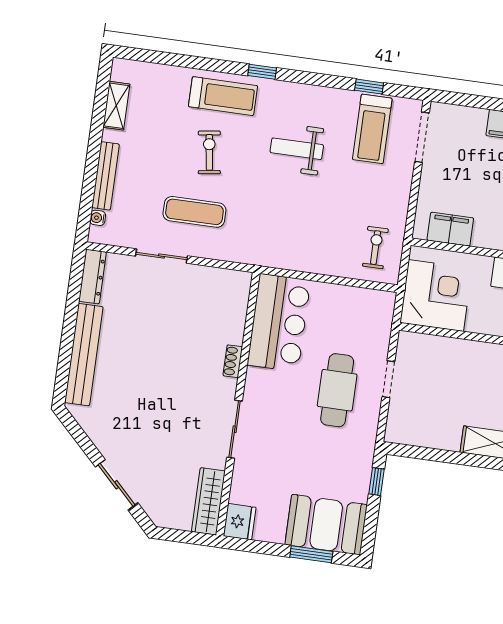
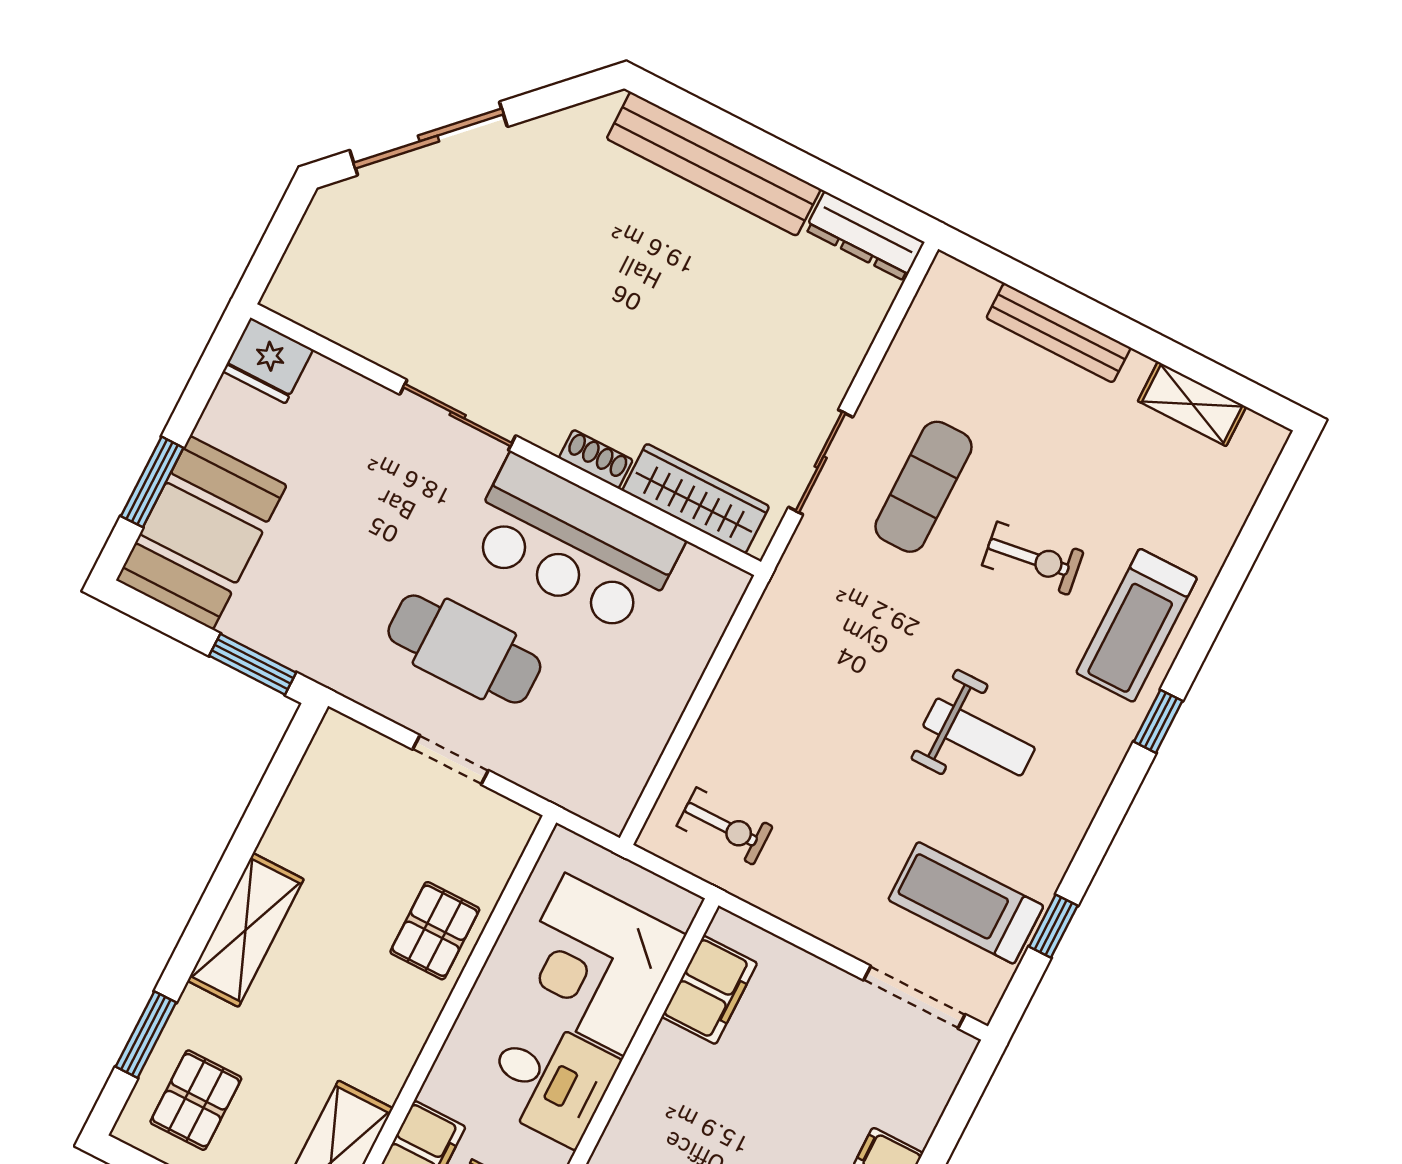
weight bench: (297, 149) -> (979, 737), turned 90
water cooler: (98, 218) -> (979, 288), removed
sliding door: (162, 256) -> (821, 462), moved
corner desk: (436, 295) -> (595, 964), moved, turned 90
bar counter: (279, 323) -> (574, 544), moved
pallet: (466, 360) -> (435, 931), added
window: (377, 482) -> (253, 664), width x1.50
sliding door: (117, 485) -> (429, 138), width x1.37
wardrobe: (208, 501) -> (696, 498), moved

